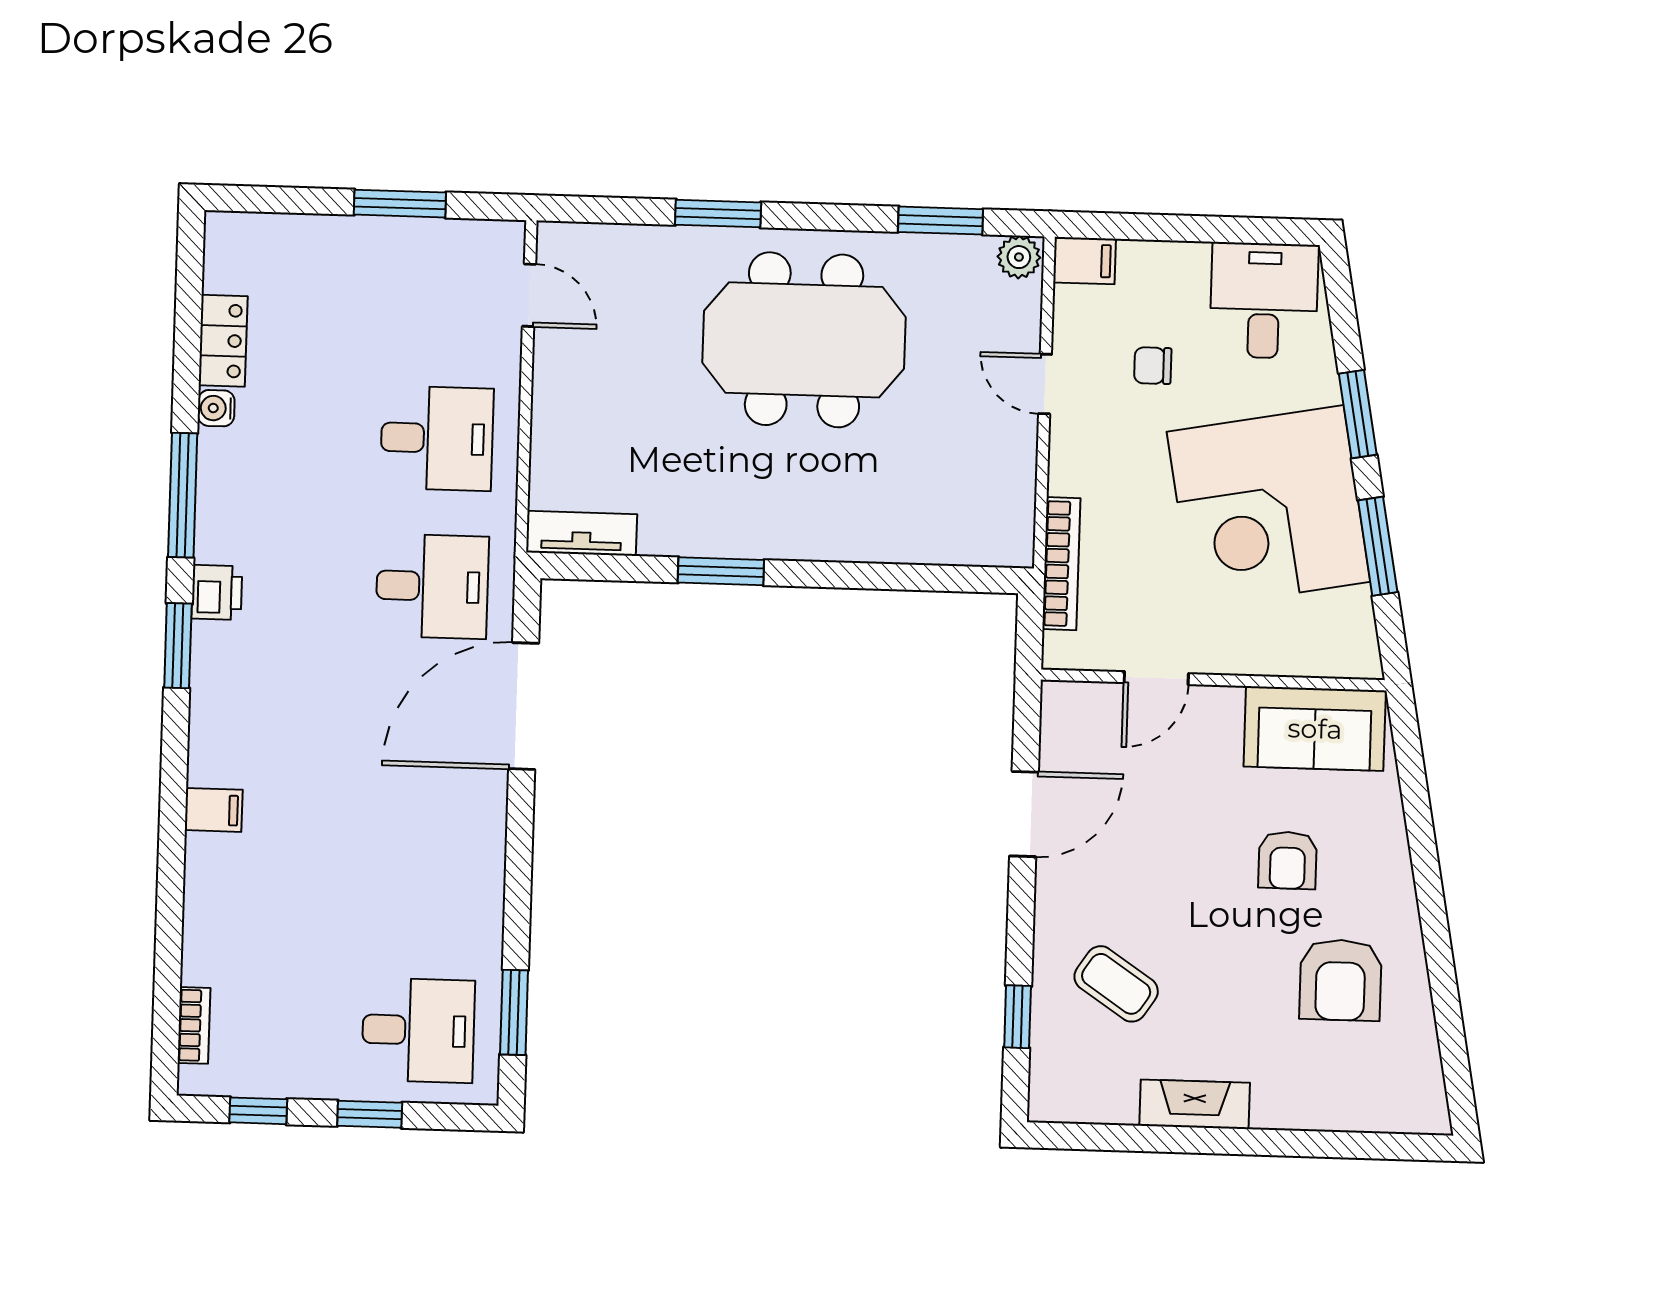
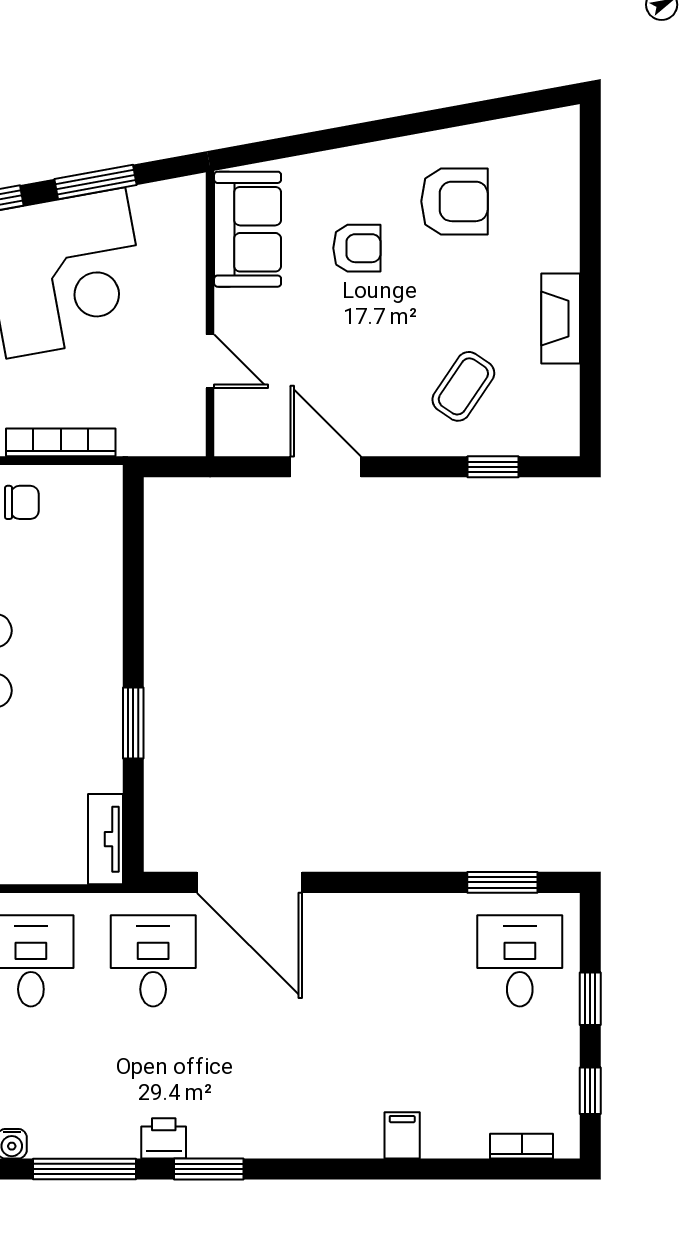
chair: (992, 445) -> (22, 502), added
bookcase: (1061, 564) -> (61, 442), moved
filing cabinet: (214, 810) -> (402, 1135), moved

